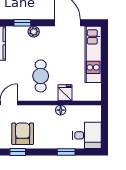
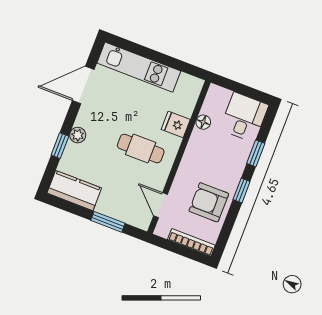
floor lamp: (61, 110) -> (203, 122), moved
window: (18, 152) -> (242, 190), moved

